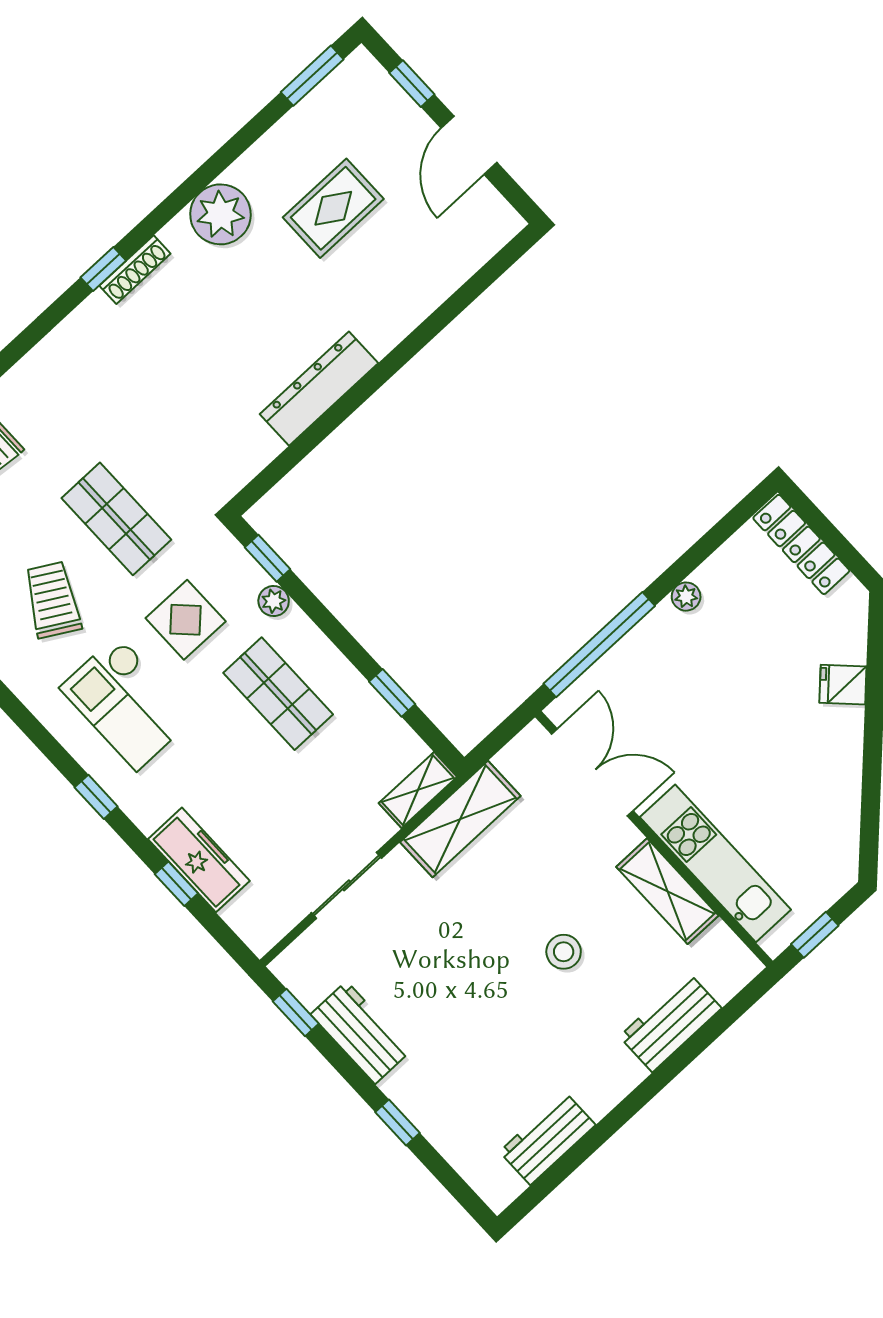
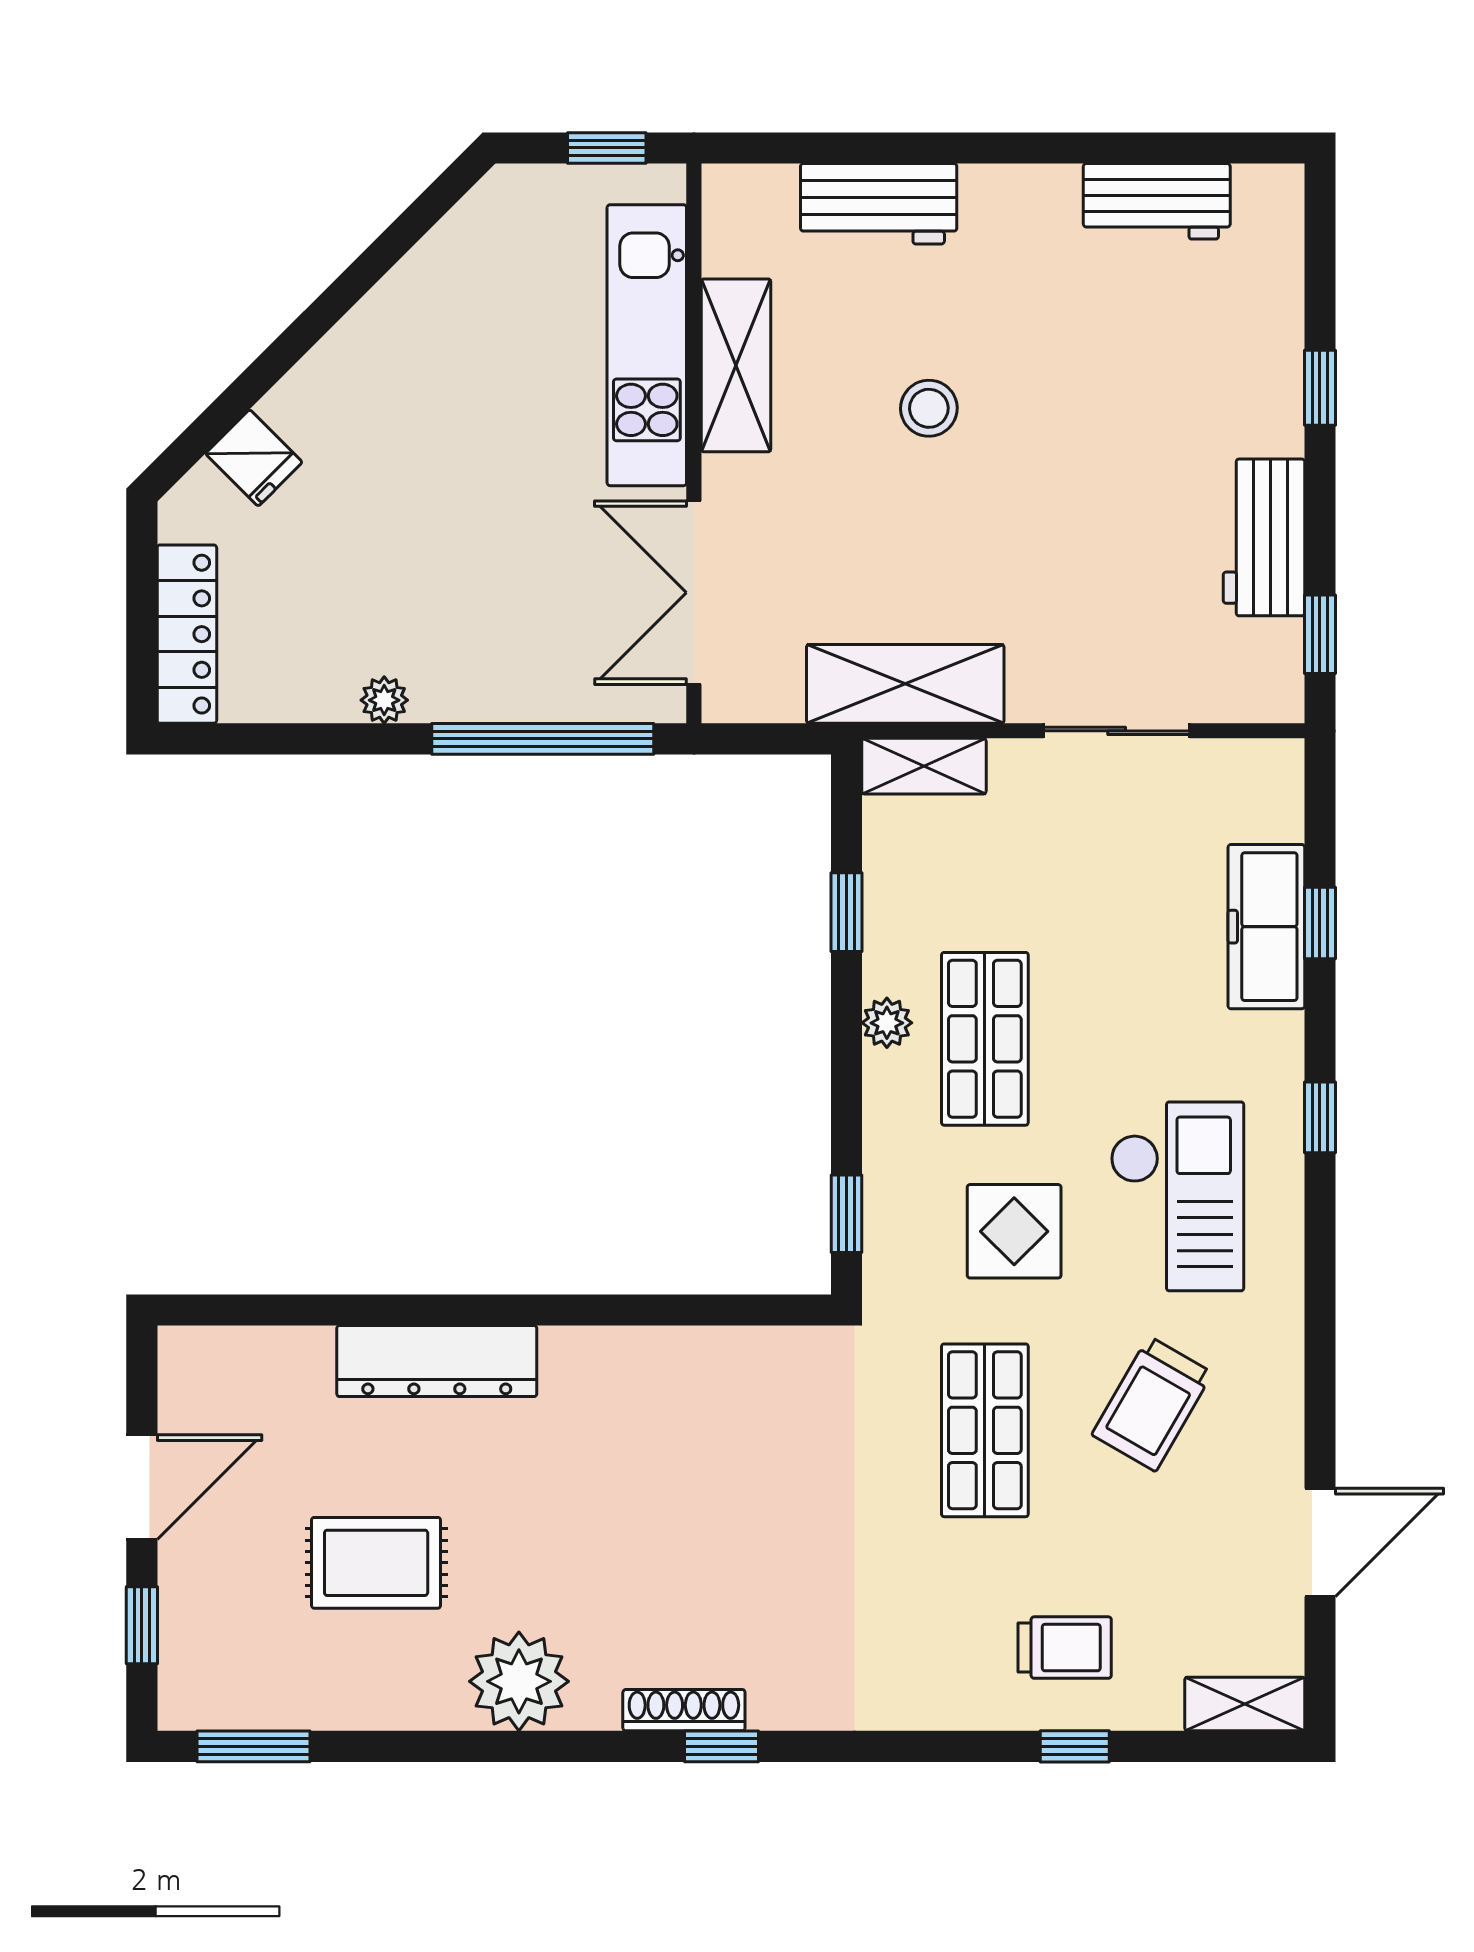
dresser: (319, 389) -> (437, 1361), moved
plant: (274, 601) -> (887, 1023), moved
fridge: (843, 685) -> (254, 458), moved

